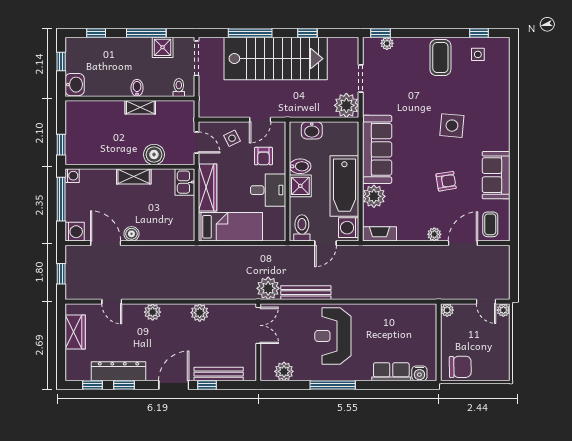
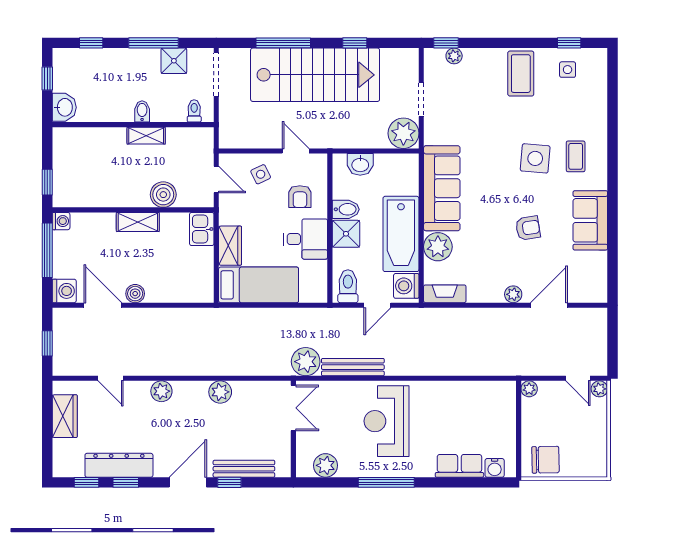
door: (260, 120) -> (296, 151), swing flipped
wardrobe: (208, 188) -> (230, 246), width x0.67
coffee table: (490, 224) -> (576, 156), moved

